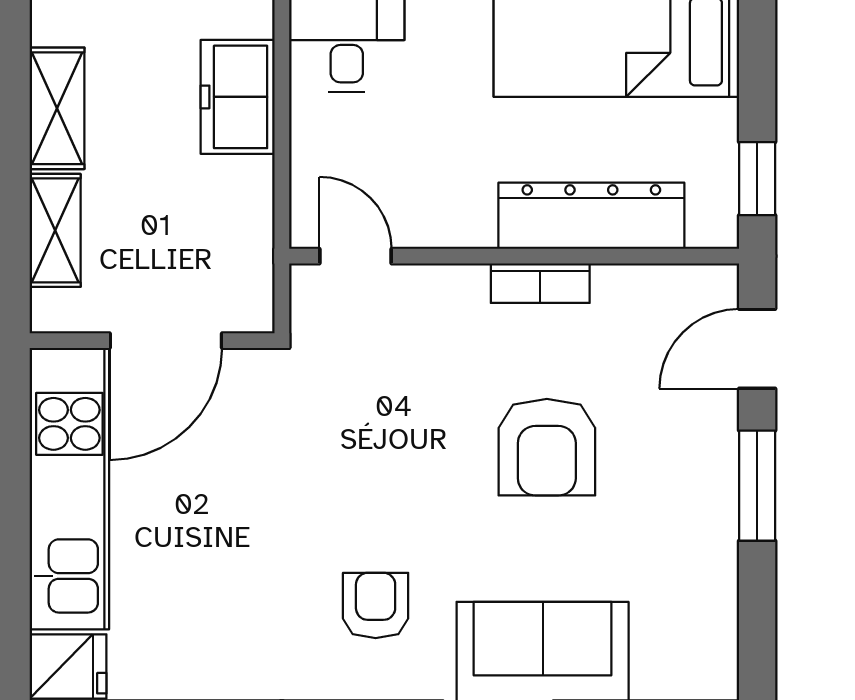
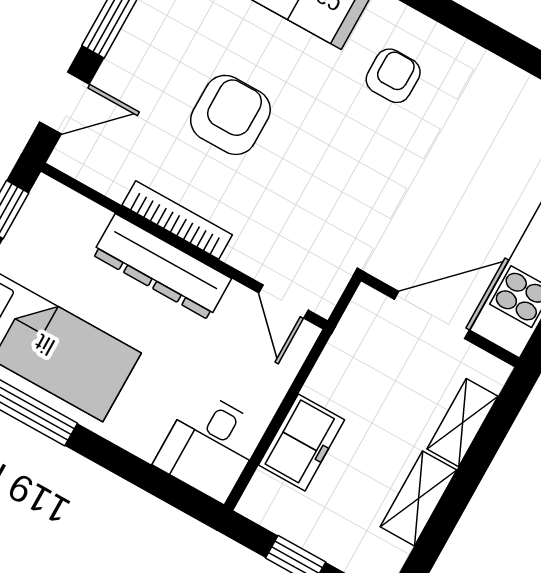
dresser: (591, 216) -> (162, 267), moved
bookcase: (540, 283) -> (177, 220), width x1.56
armchair: (376, 605) -> (393, 76), turned 180

